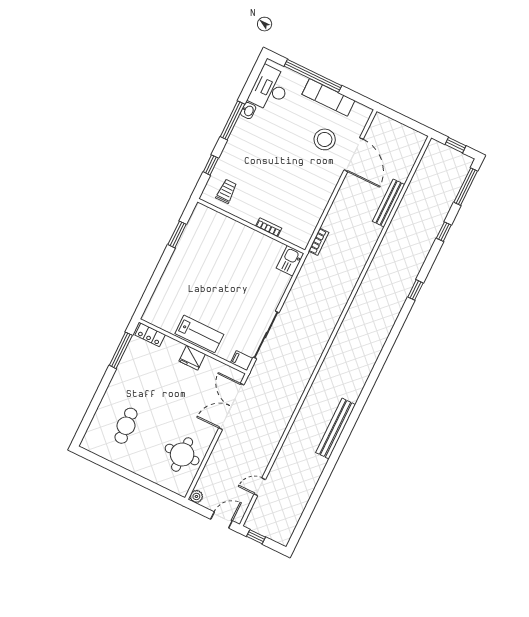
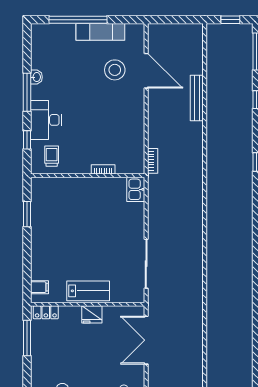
desk: (270, 89) -> (46, 120), moved
filing cabinet: (242, 361) -> (39, 287), moved, turned 180
bench: (336, 429) -> (246, 315), removed

